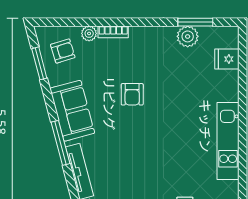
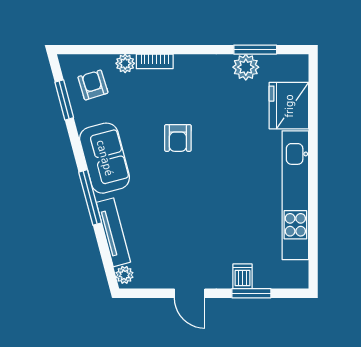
armchair: (63, 51) -> (93, 85), turned -90
fridge: (227, 59) -> (289, 106), width x1.88, depth x1.34
kitchen unit: (228, 141) -> (295, 195), width x1.36

